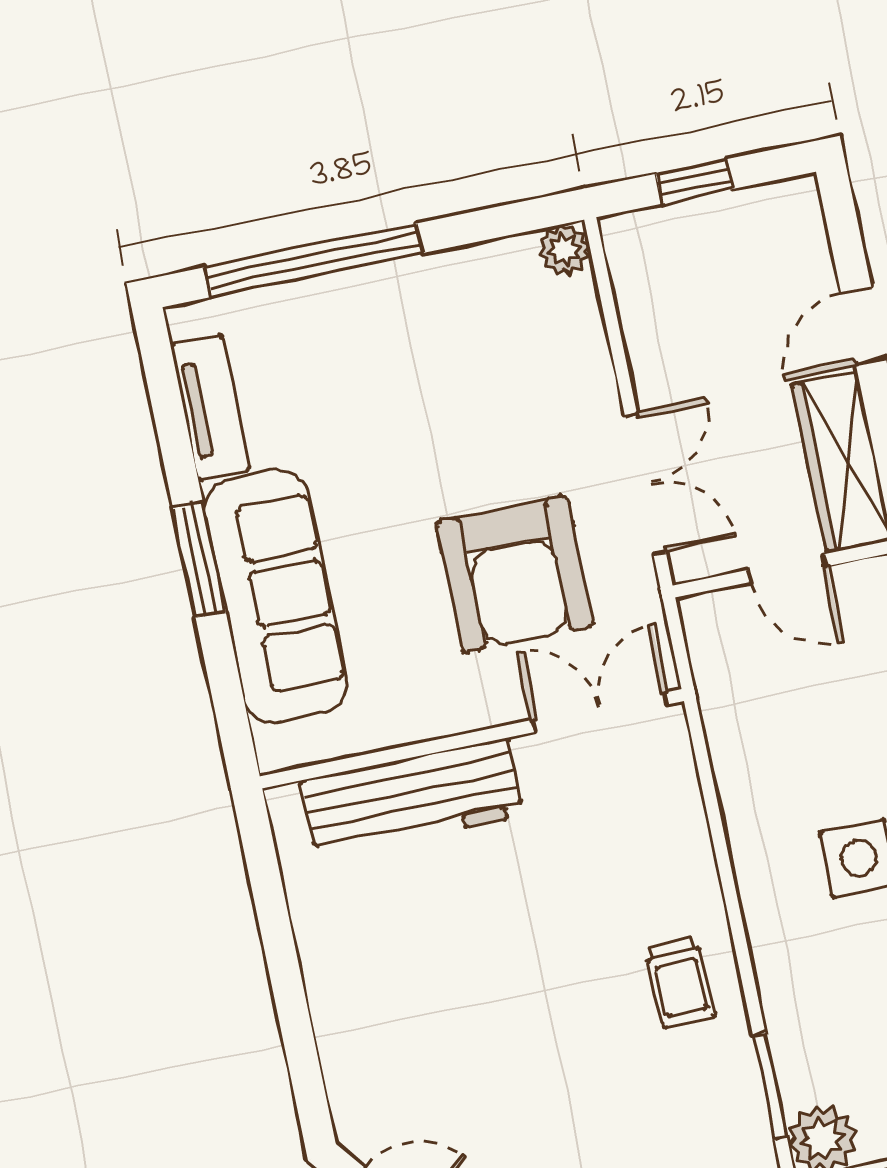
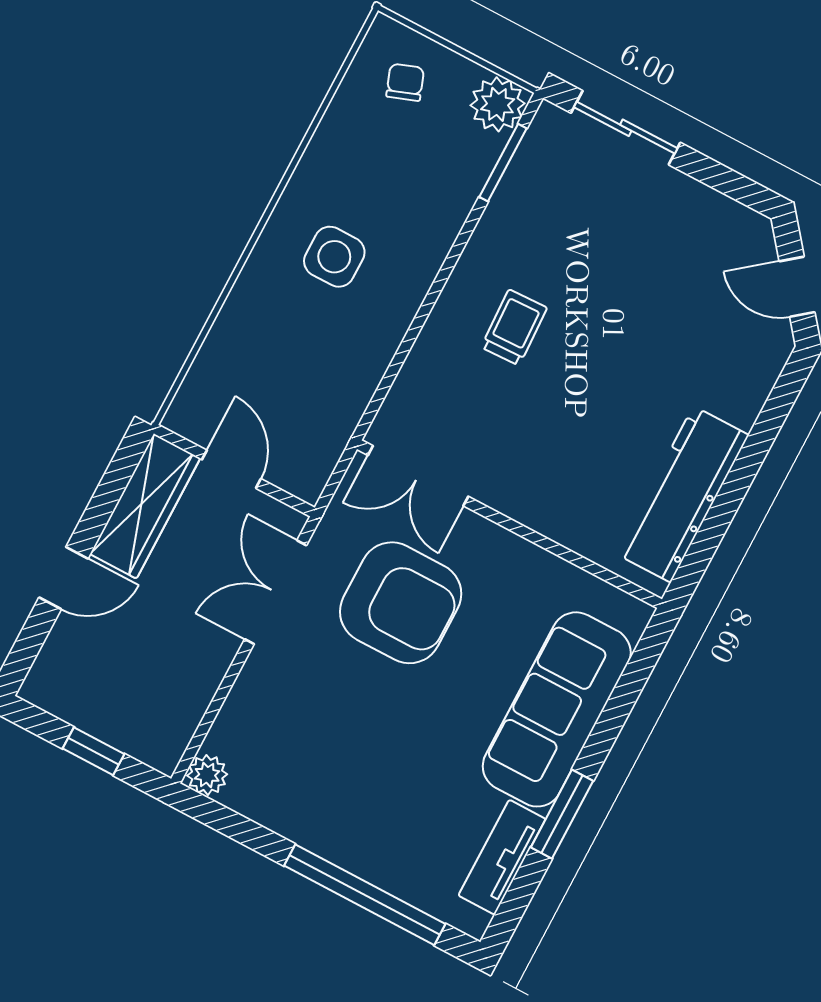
window: (199, 559) -> (562, 814), moved
armchair: (515, 574) -> (401, 603), turned 90
workbench: (412, 798) -> (682, 494), moved, turned -90
trolley: (680, 982) -> (514, 327), moved

